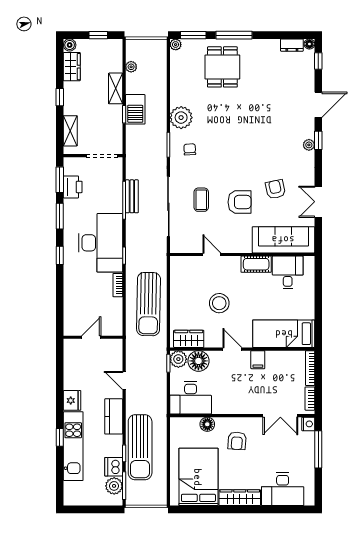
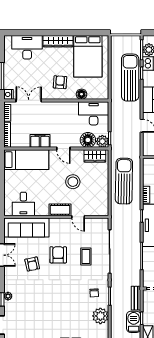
bench: (132, 196) -> (136, 298), moved
armchair: (240, 202) -> (58, 255), turned 90
cot: (256, 264) -> (60, 210), moved
filing cabinet: (258, 360) -> (40, 141), width x2.00

